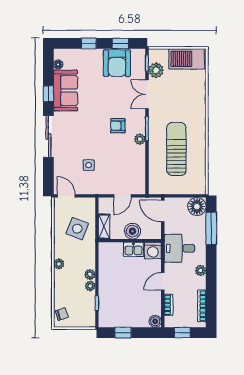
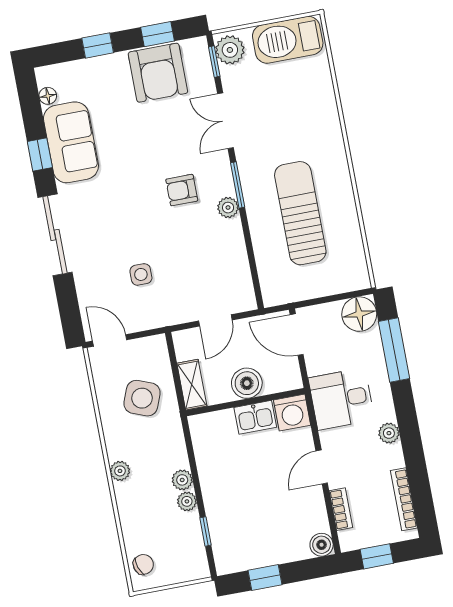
plant: (156, 70) -> (230, 50), moved

